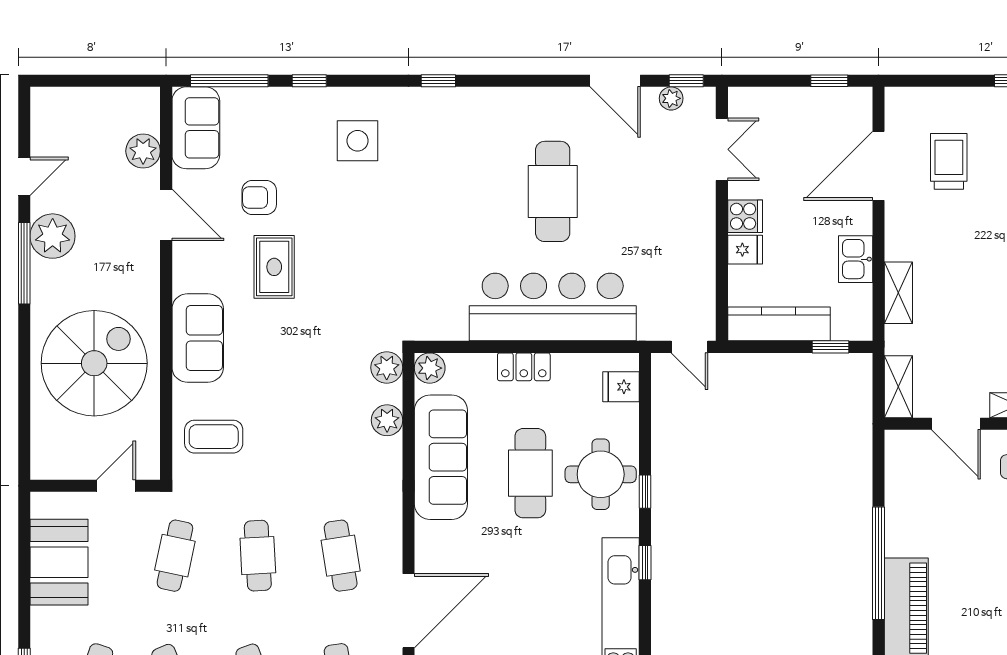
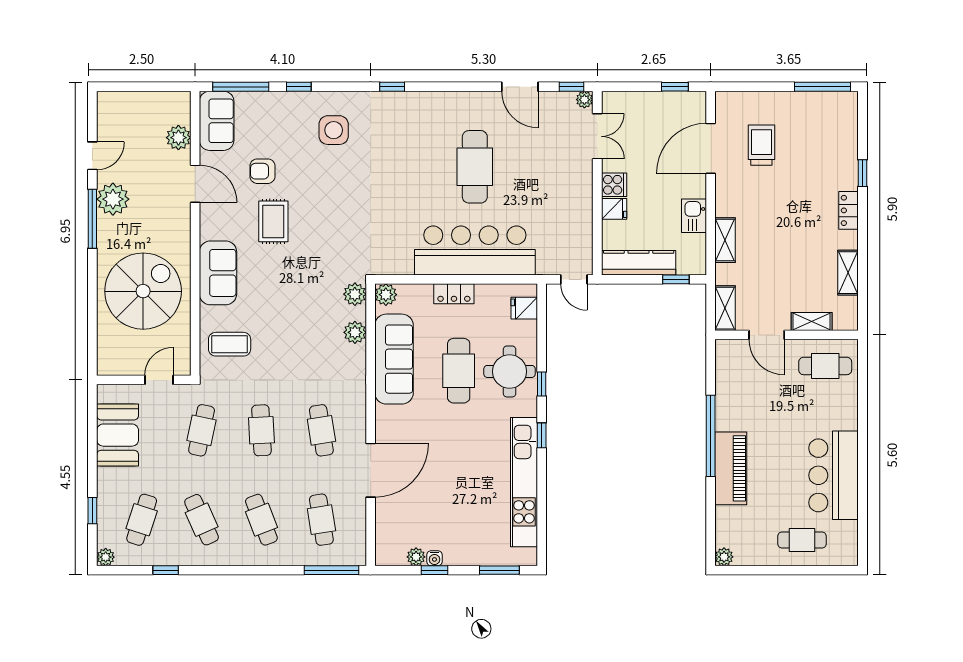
plant: (671, 98) -> (584, 100), moved

